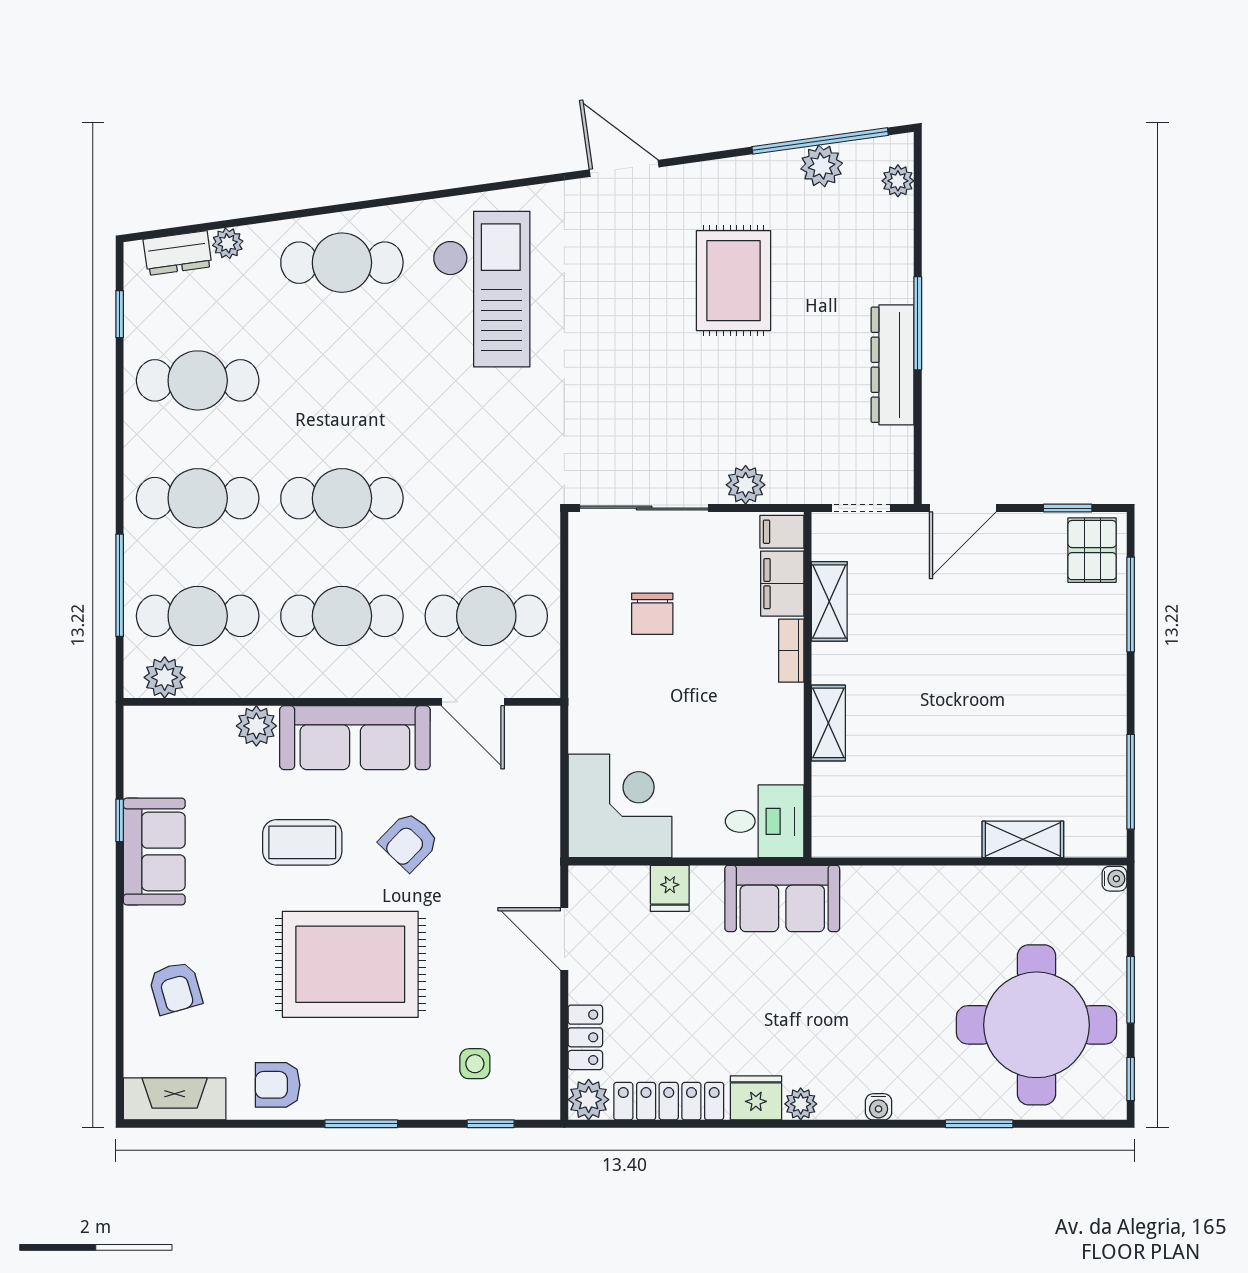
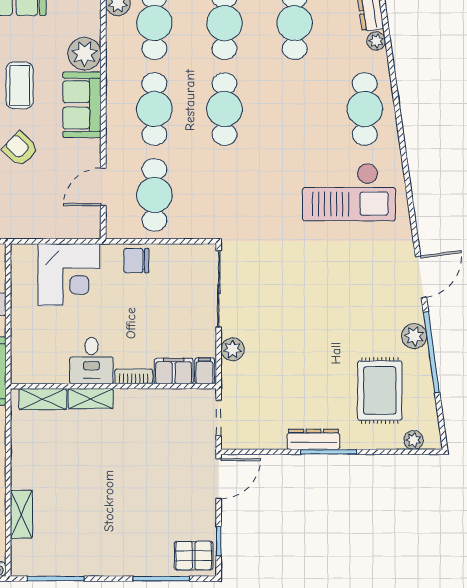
window: (820, 141) -> (431, 352), moved
plant: (822, 166) -> (414, 336), moved
rug: (733, 281) -> (380, 390), moved, turned 90
dresser: (893, 365) -> (313, 439), width x0.73, depth x0.80
door: (963, 508) -> (219, 479), swing flipped
shelving: (829, 601) -> (43, 399), moved
chair: (652, 614) -> (136, 261), moved
plant: (256, 726) -> (85, 54), width x1.36, depth x1.36
sofa: (355, 738) -> (82, 105), width x0.73
corner desk: (620, 806) -> (69, 274), moved
desk: (765, 821) -> (91, 361), moved

